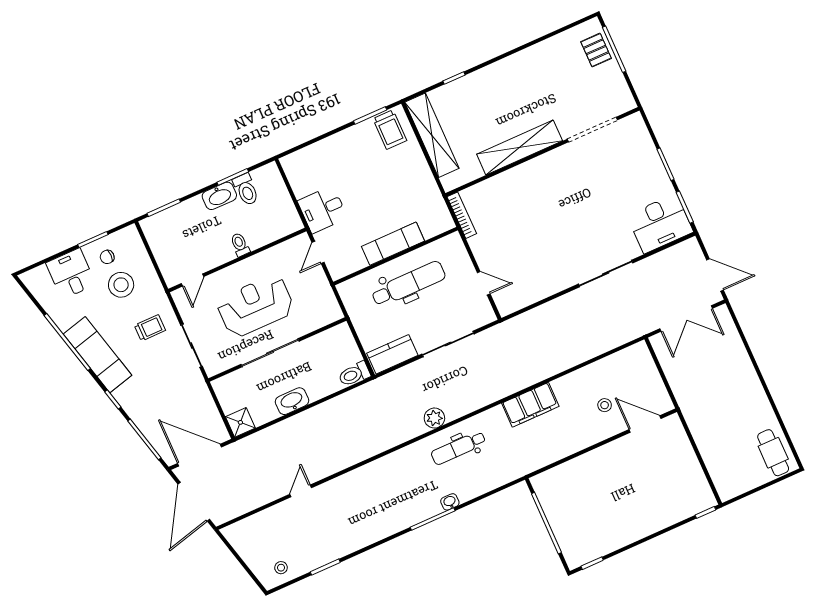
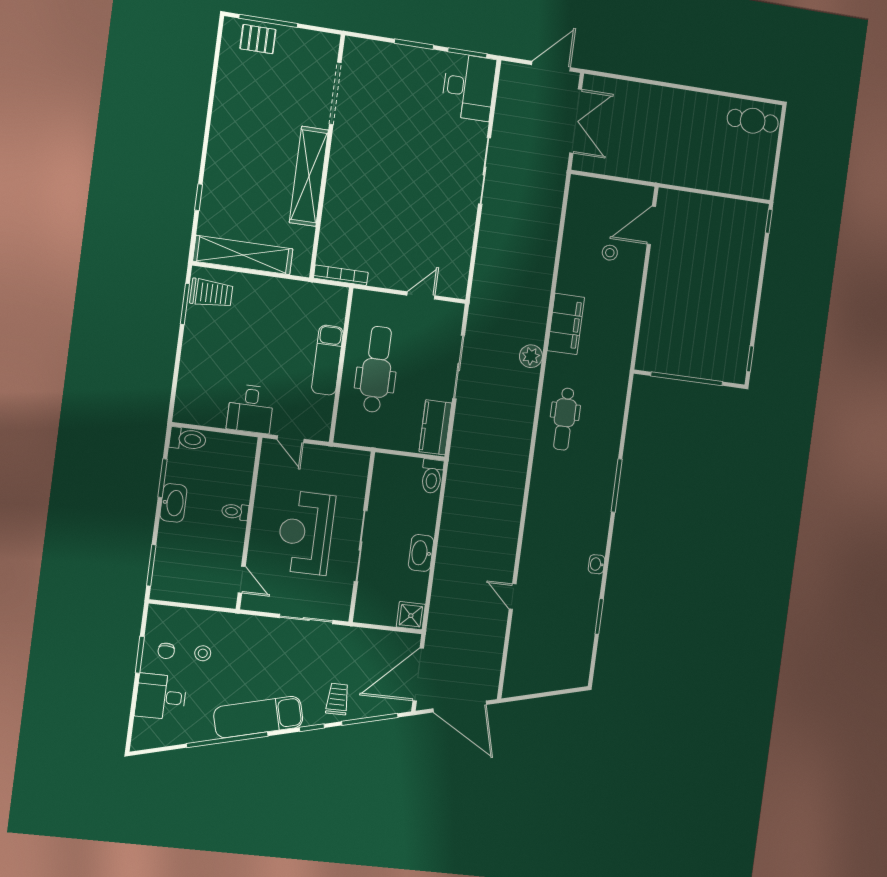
toilet: (246, 190) -> (188, 439), moved
stool: (121, 285) -> (203, 653), width x0.53, depth x0.53
trolley: (150, 328) -> (337, 699), moved
plant: (434, 418) -> (531, 356), moved
washbasin: (450, 502) -> (597, 564), moved
stool: (281, 568) -> (574, 659), removed

